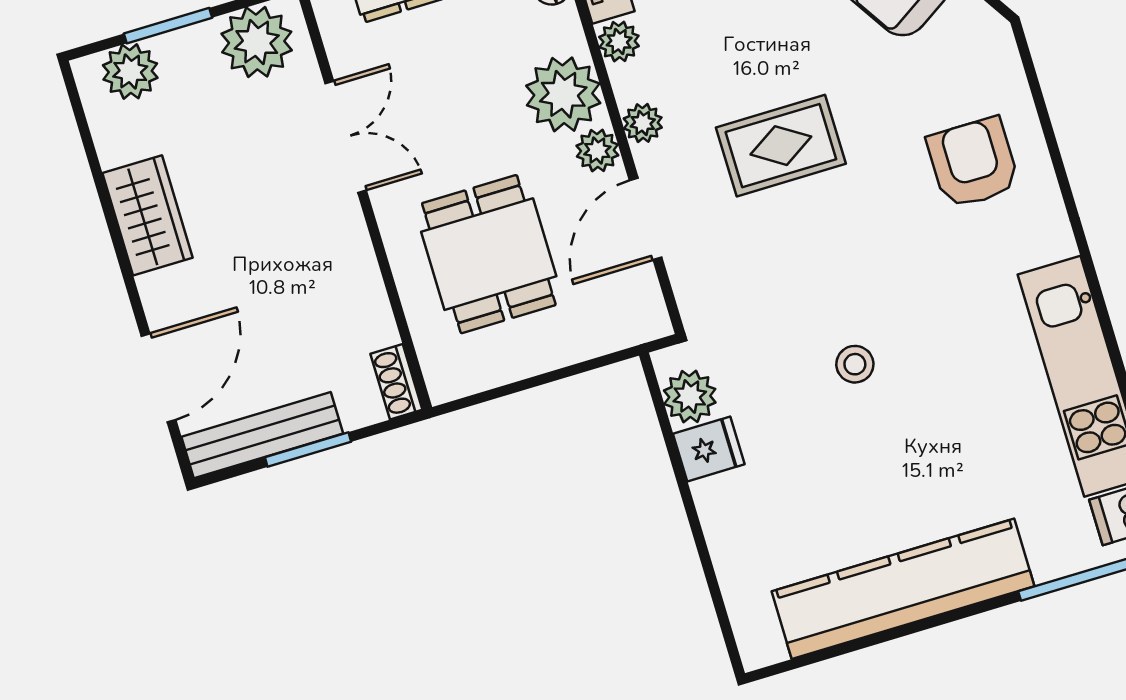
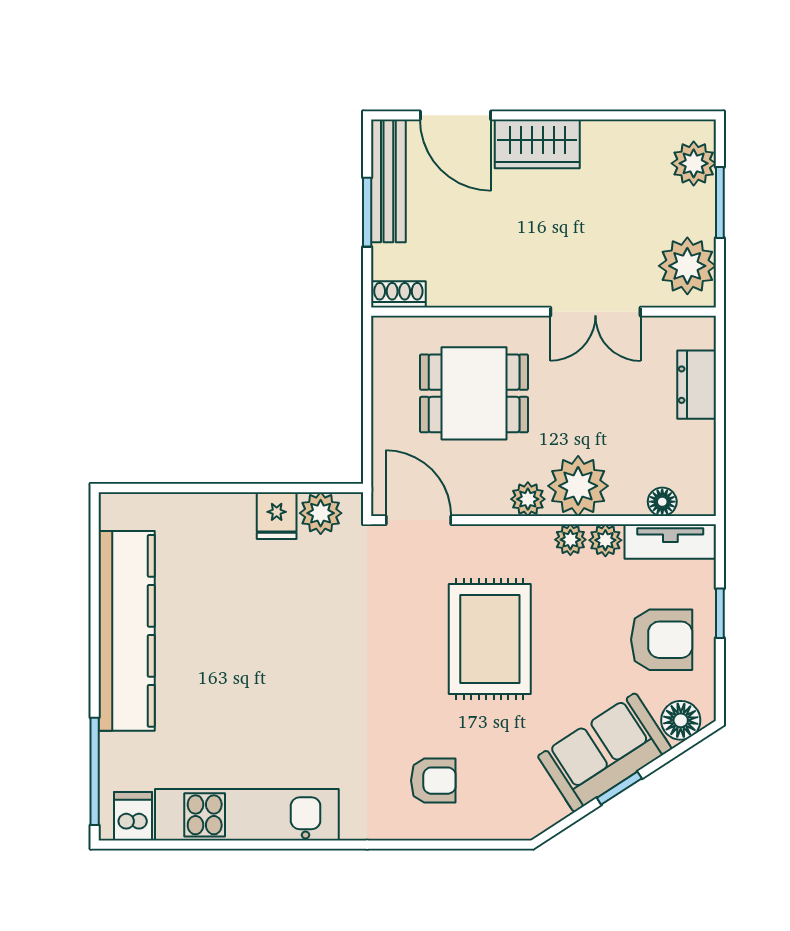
plant: (643, 123) -> (570, 540), moved
rug: (781, 146) -> (490, 639), width x1.36, depth x1.43
armchair: (973, 163) -> (433, 781), width x0.72, depth x0.72
wardrobe: (148, 215) -> (537, 144), moved
door: (646, 219) -> (418, 520), moved
stool: (855, 364) -> (308, 645), removed

